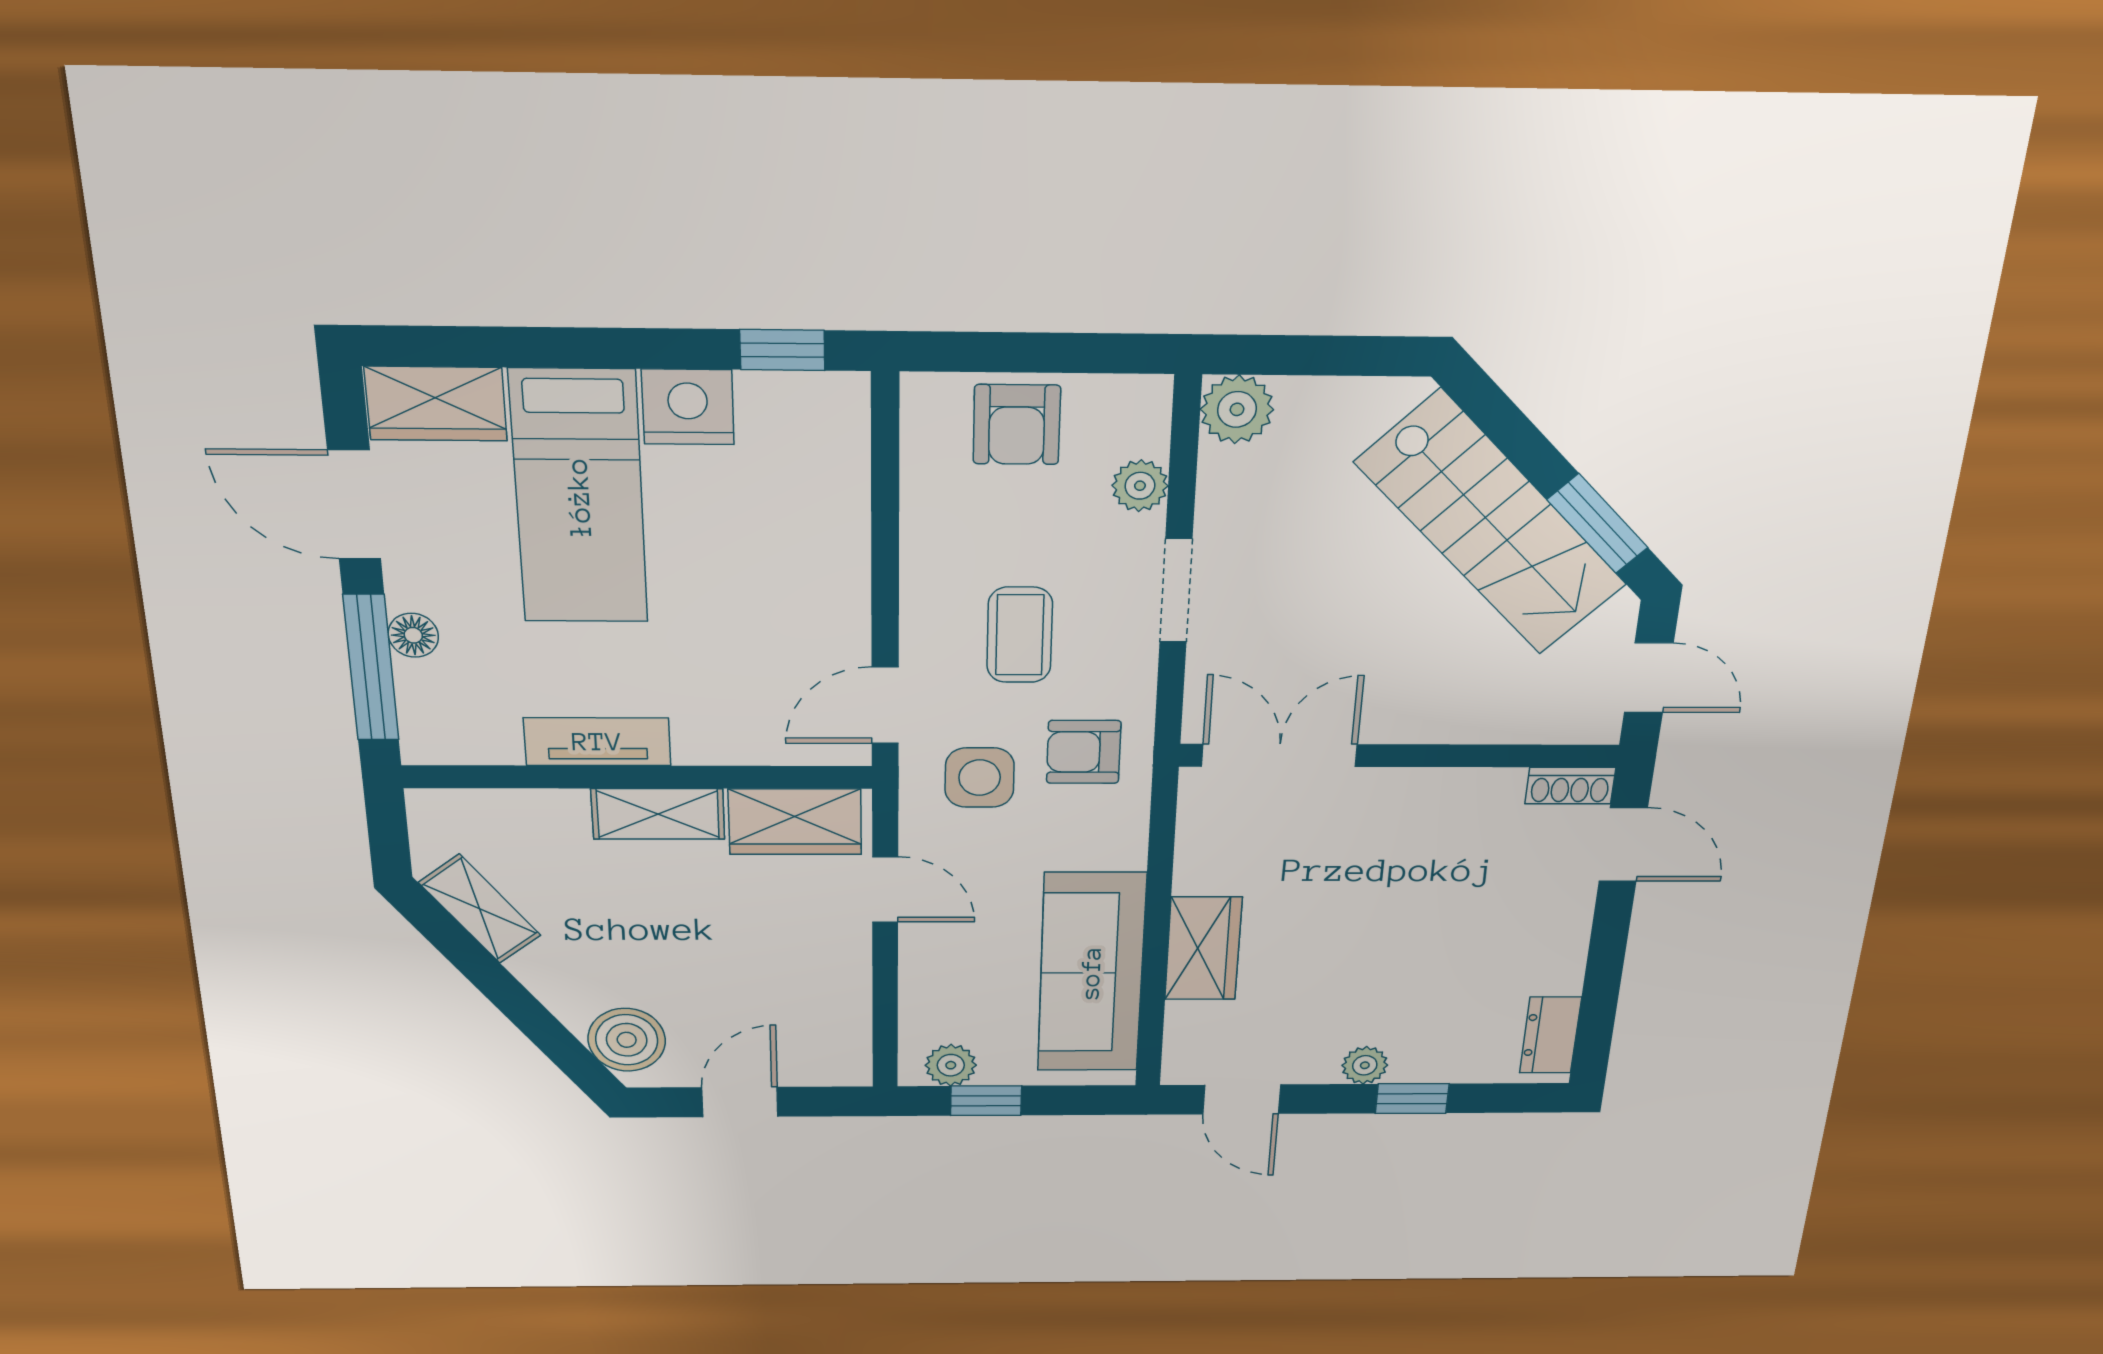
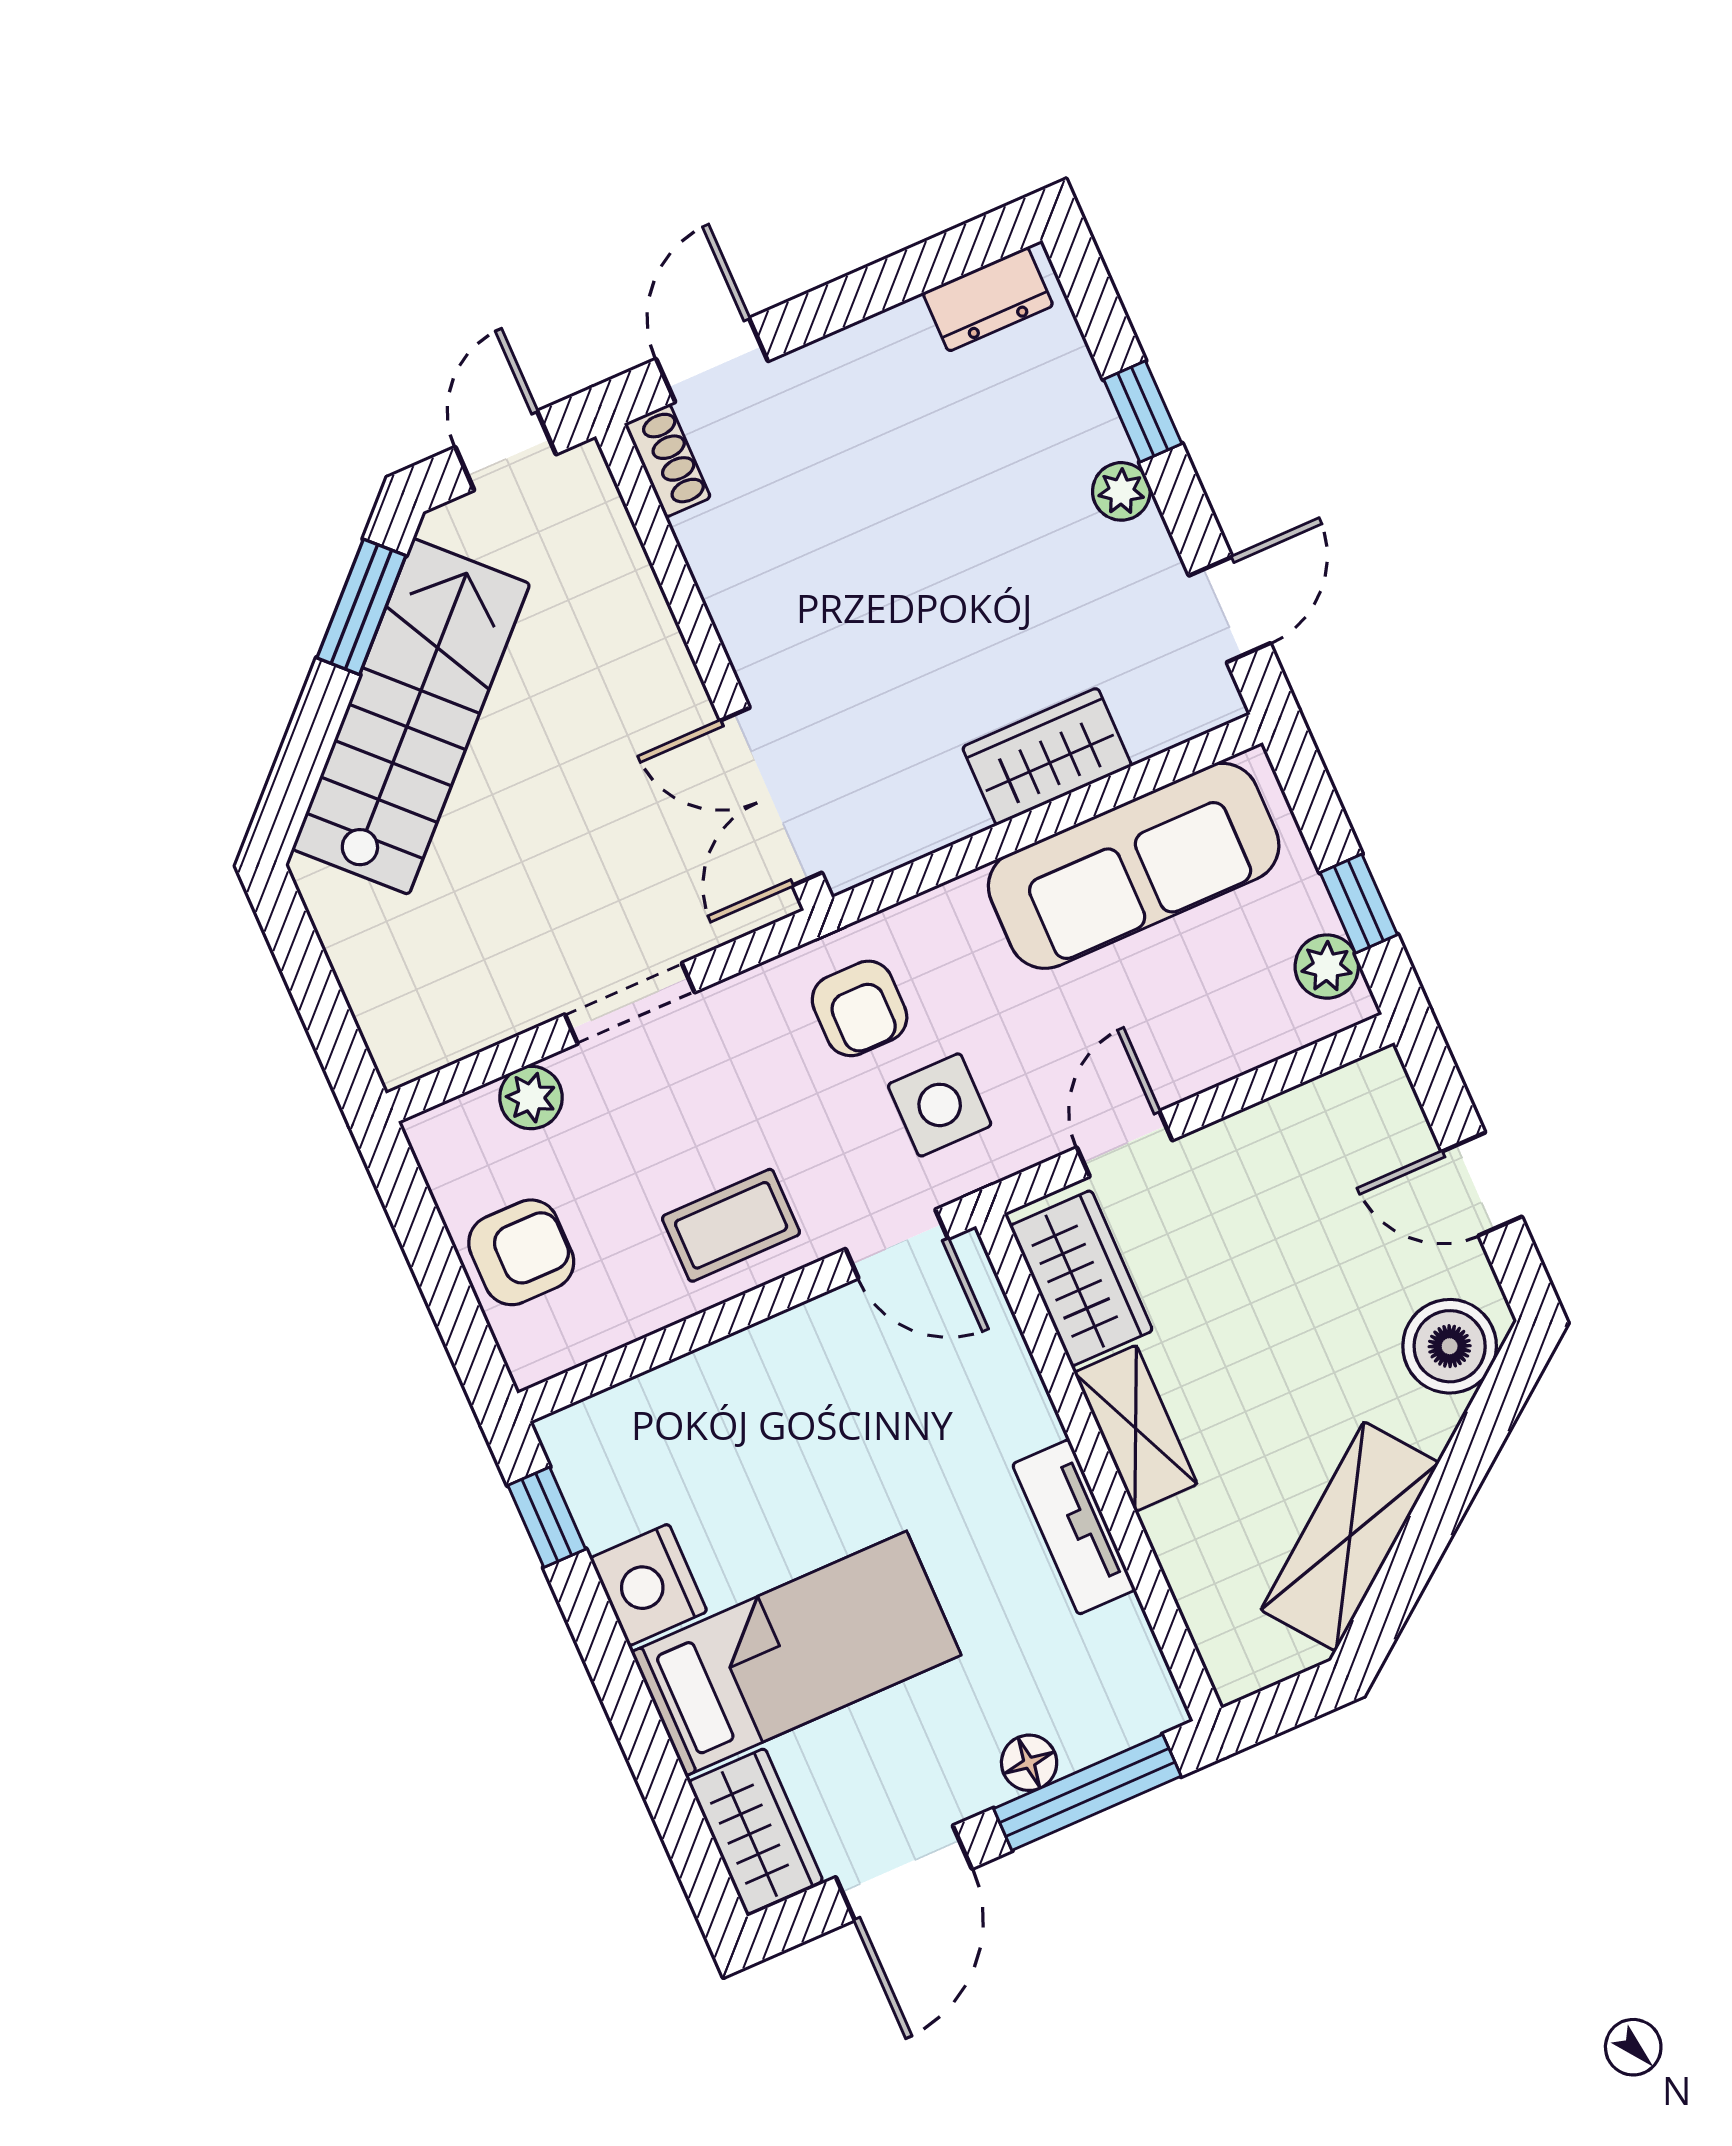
plant: (1237, 409) -> (407, 1041), removed
coffee table: (1020, 635) -> (731, 1225), moved
shelving: (480, 909) -> (1350, 1536), width x1.50, depth x1.33

